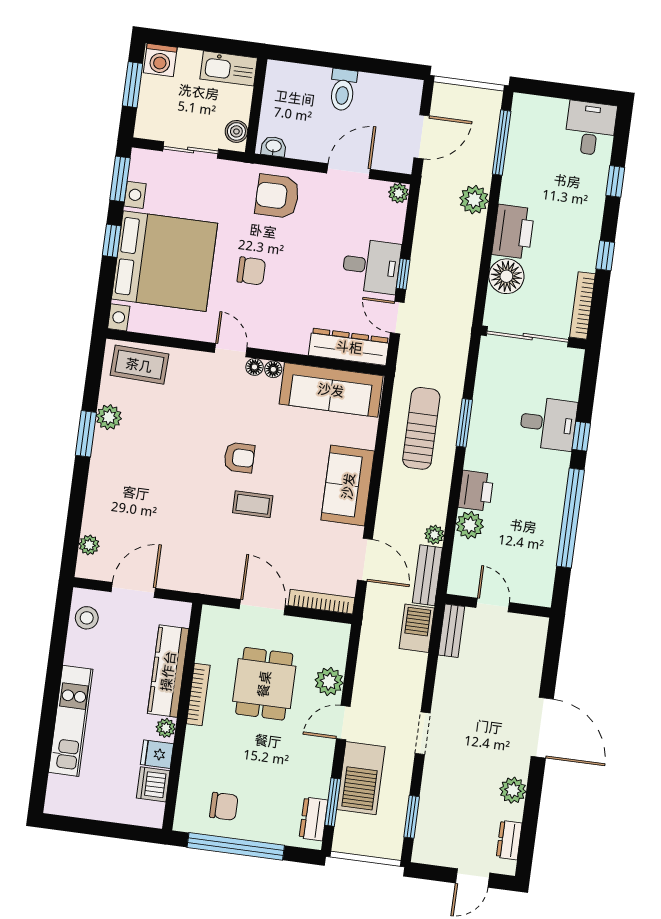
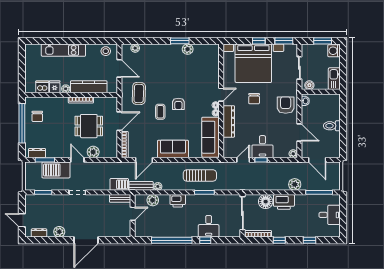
desk: (590, 128) -> (330, 215), moved
dresser: (349, 347) -> (229, 121), moved
coffee table: (139, 365) -> (139, 94), moved
plant: (470, 525) -> (153, 200), moved

